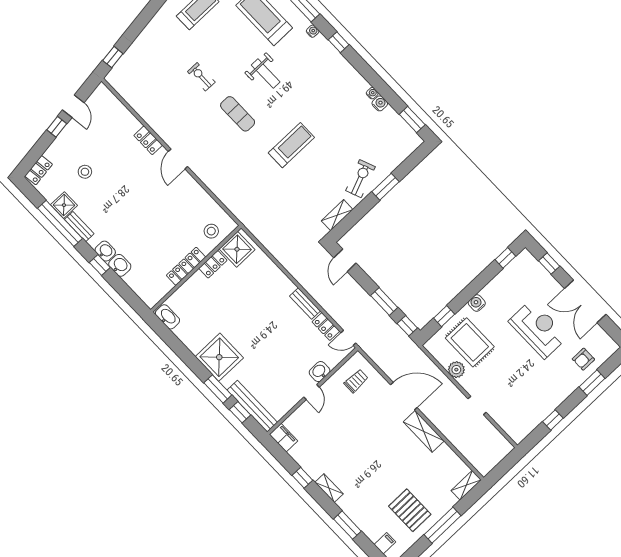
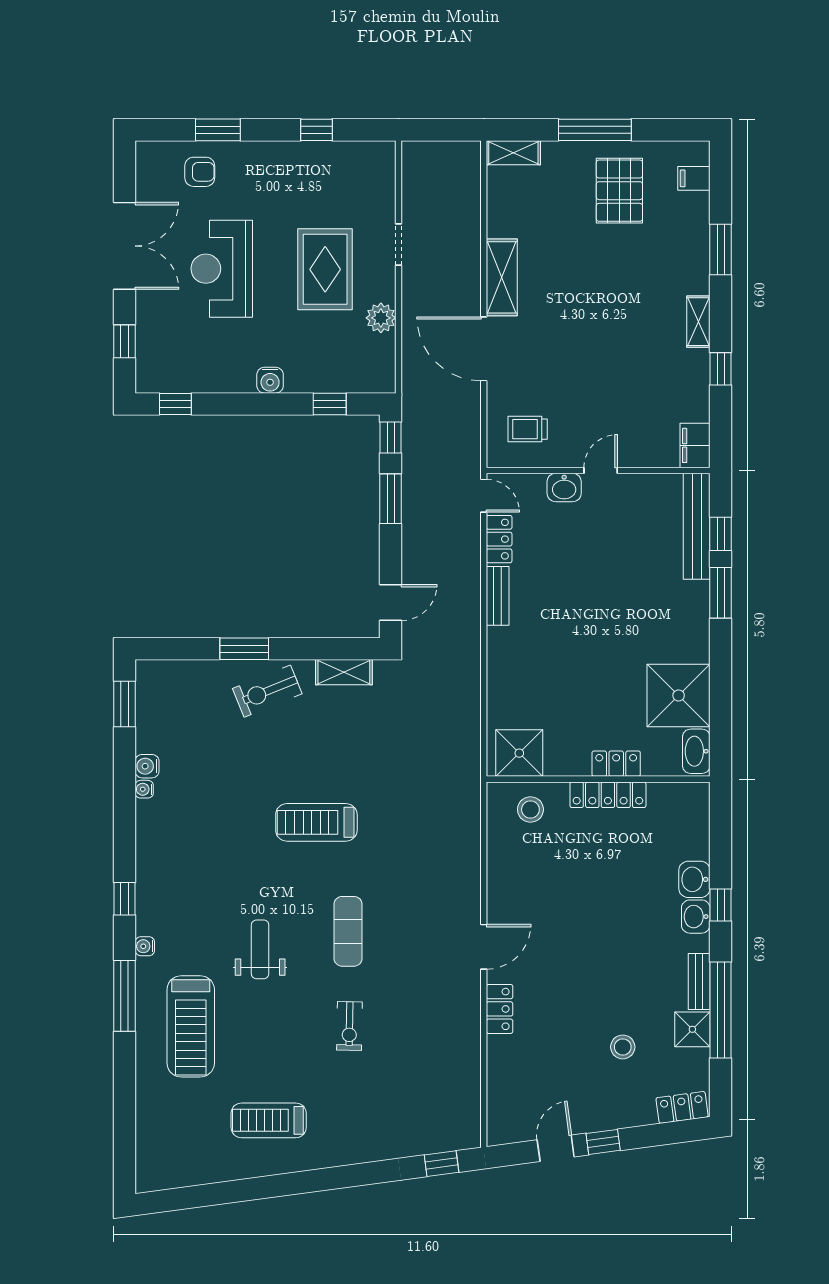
locker: (213, 264) -> (616, 764), moved
rug: (470, 342) -> (325, 269), moved
shower: (219, 357) -> (679, 695), moved

